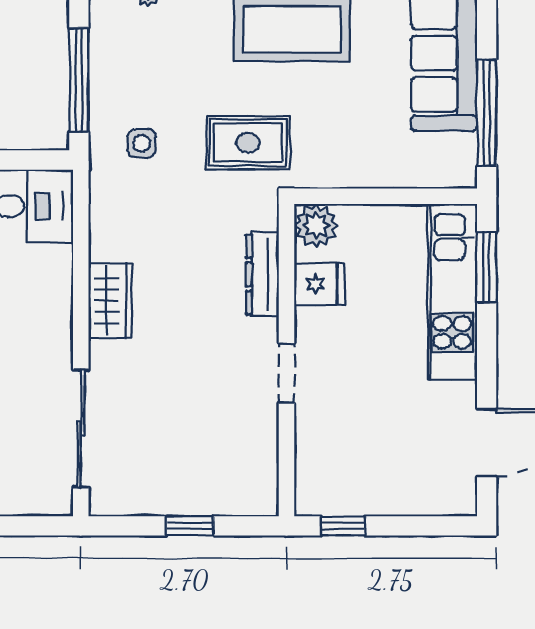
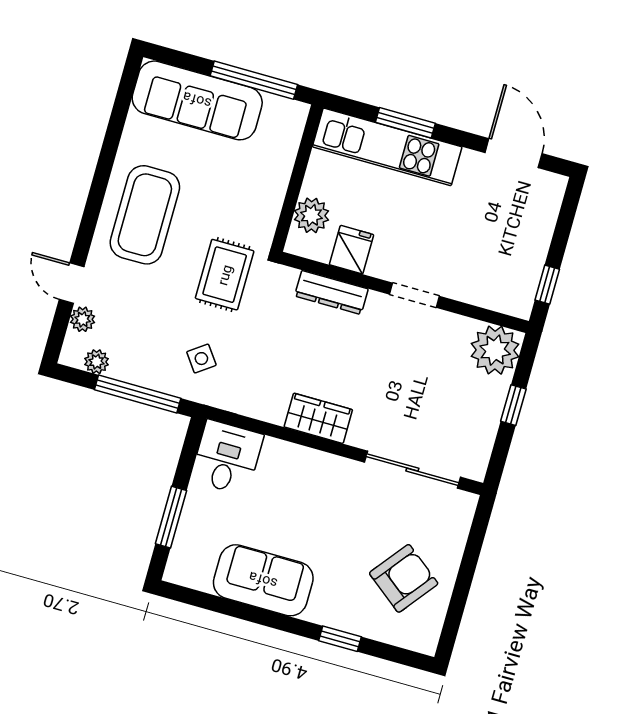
plant: (103, 21) -> (97, 362), added
side table: (142, 143) -> (201, 359), turned -36
plant: (316, 225) -> (311, 215), moved
window: (487, 267) -> (405, 123), moved
plant: (249, 486) -> (495, 350), added

